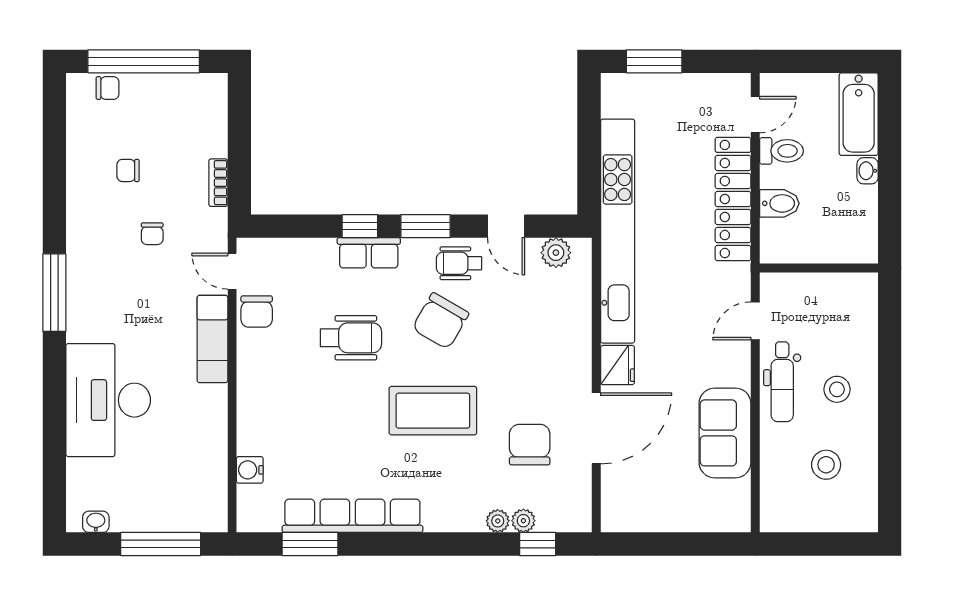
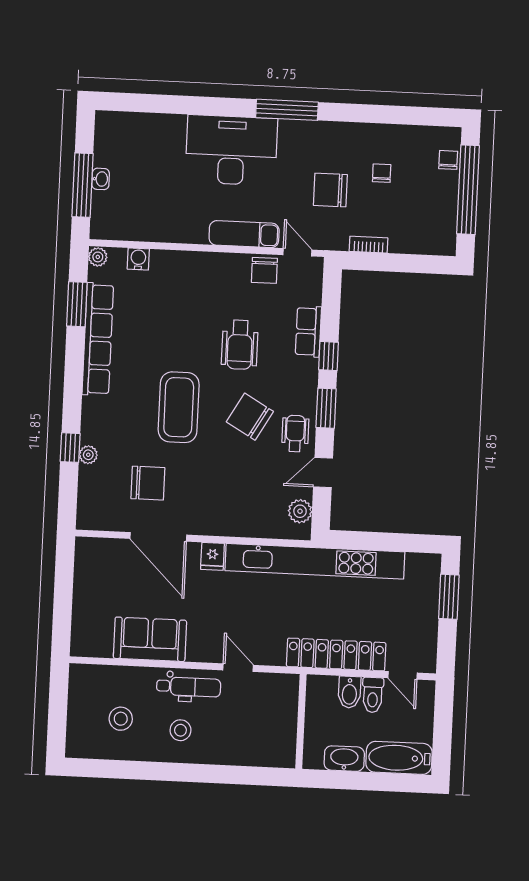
chair: (108, 88) -> (448, 160), turned 180
washbasin: (868, 171) -> (344, 759), width x1.91, depth x1.45
bidet: (779, 203) -> (349, 692), moved
chair: (152, 234) -> (330, 190), width x1.87, depth x1.87
row of seats: (369, 253) -> (308, 332), moved
wall: (819, 268) -> (301, 721), moved
door: (232, 271) -> (297, 252), hinge flipped
chair: (257, 311) -> (264, 270), turned -90
fridge: (618, 365) -> (212, 556), width x0.72
dental chair: (782, 382) -> (189, 687), turned 180
desk: (108, 400) -> (231, 150), moved
plant: (523, 521) -> (98, 257), moved
washbasin: (96, 522) -> (101, 179), moved
window: (538, 544) -> (70, 448), moved

